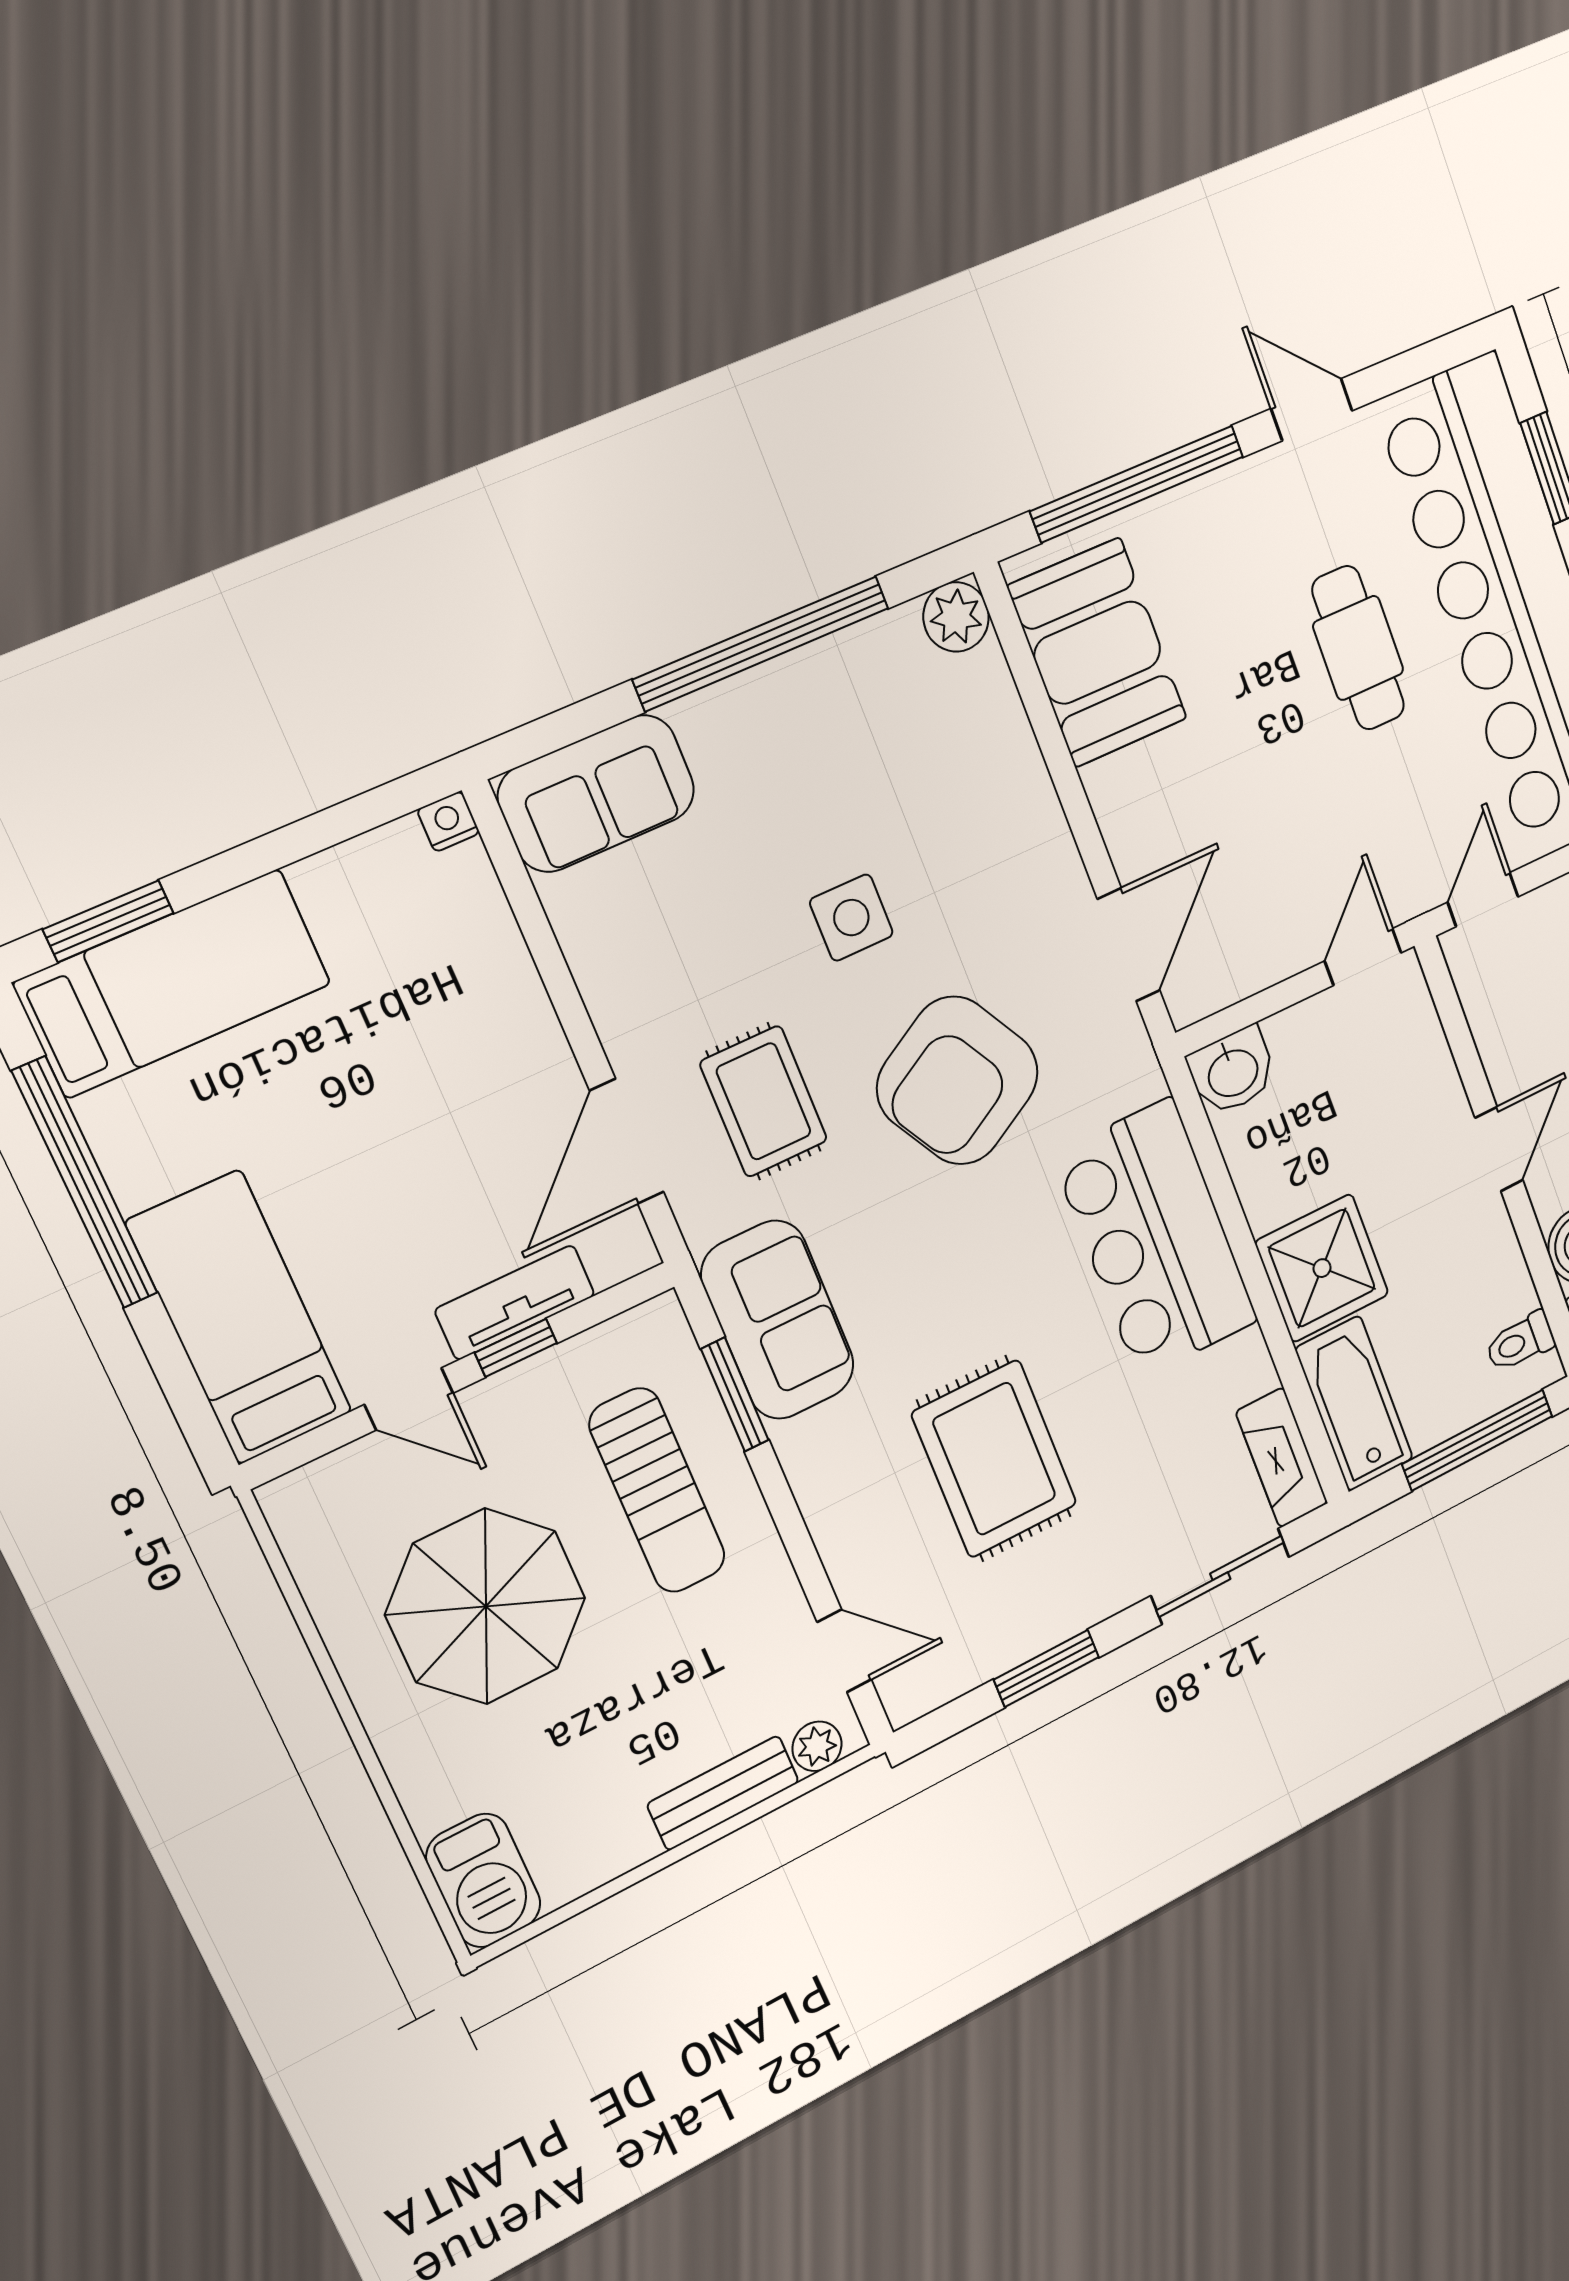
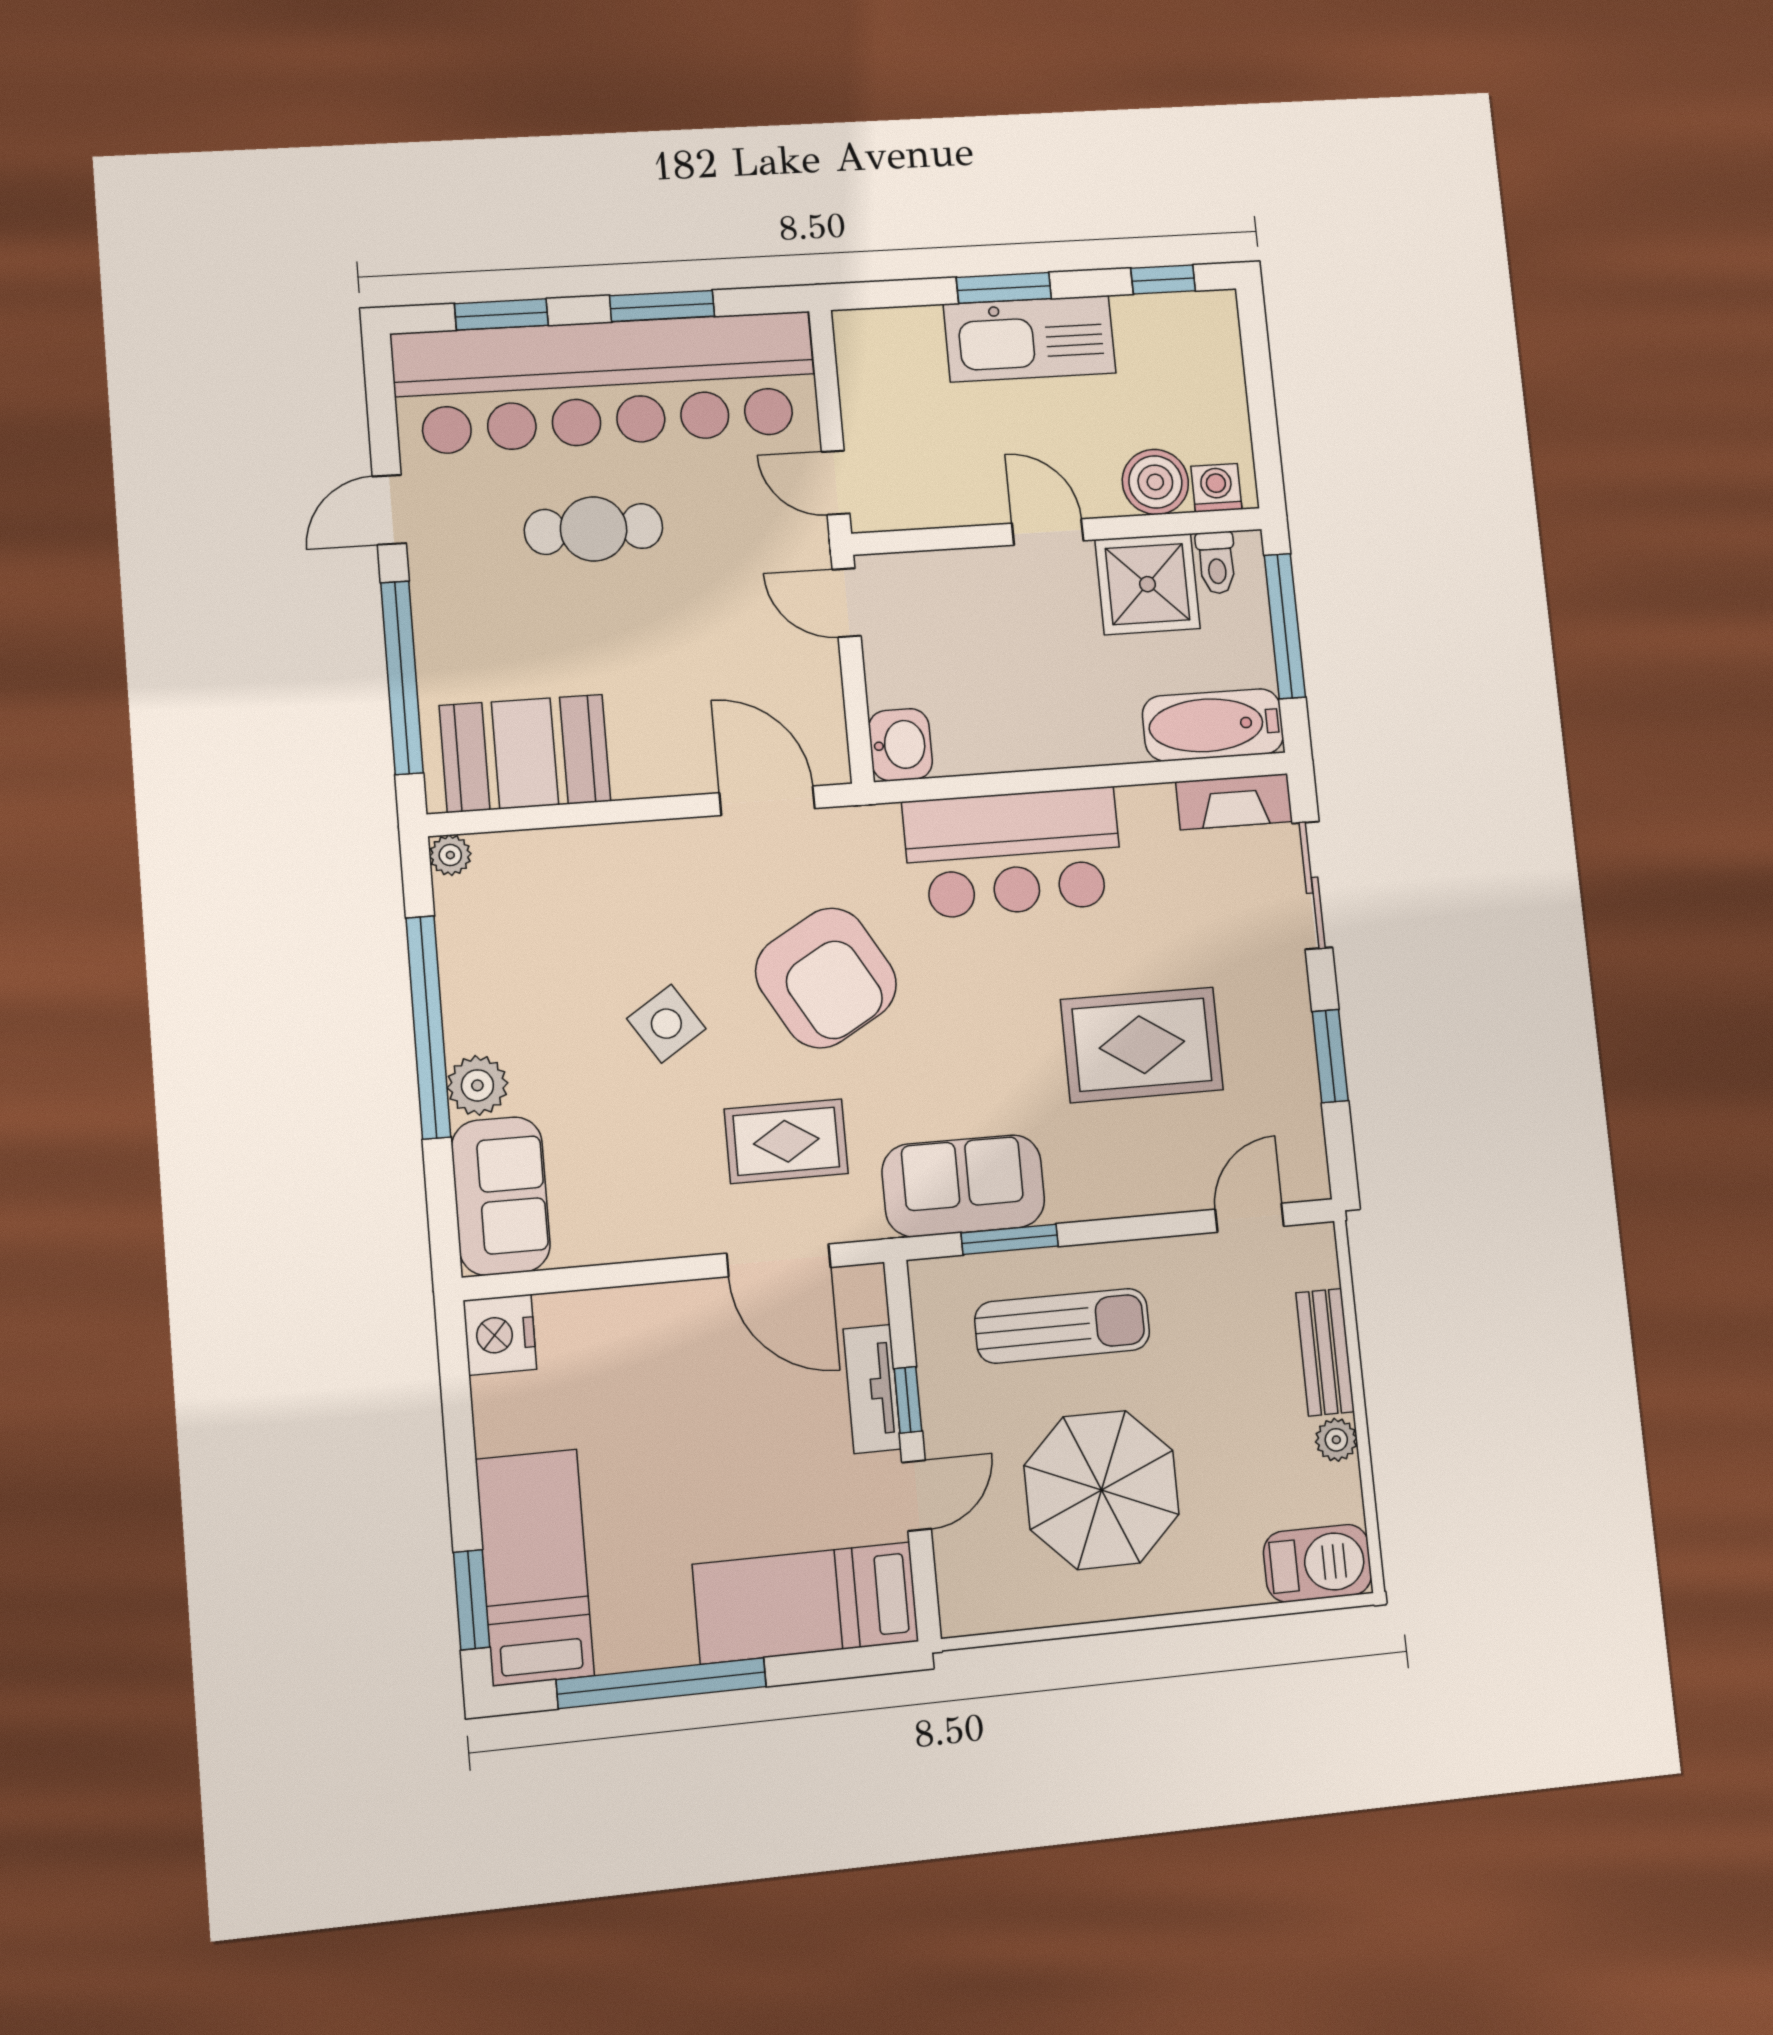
plant: (956, 617) -> (450, 855), width x0.73, depth x0.73
plant: (714, 723) -> (477, 1085), added
nightstand: (448, 822) -> (500, 1335), width x1.89, depth x1.79
side table: (851, 918) -> (666, 1024), turned -33
shower: (1322, 1268) -> (1147, 584), moved
plant: (817, 1746) -> (1336, 1440), moved

